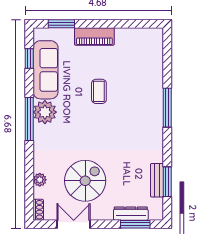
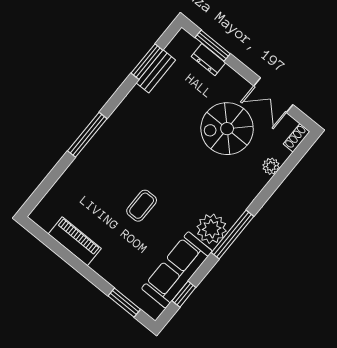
piano: (94, 36) -> (75, 241), moved
dresser: (131, 214) -> (208, 60), width x0.70

